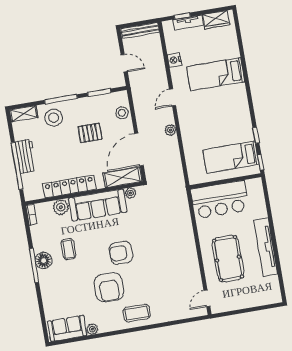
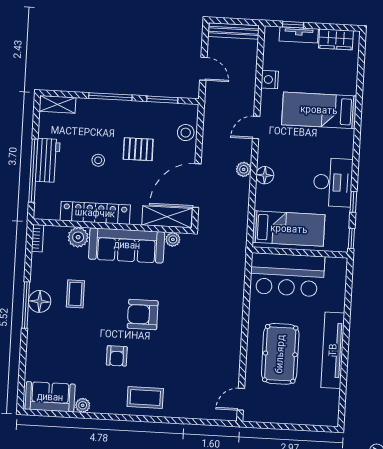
stool: (54, 118) -> (98, 160), moved, width x0.53, depth x0.53
desk: (238, 124) -> (333, 182), added
floor lamp: (187, 131) -> (265, 175), added
bed: (231, 157) -> (289, 229), moved, turned 180
armchair: (109, 287) -> (117, 356), width x0.53, depth x0.53

